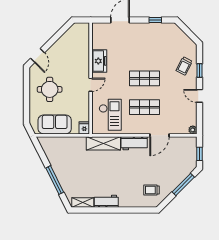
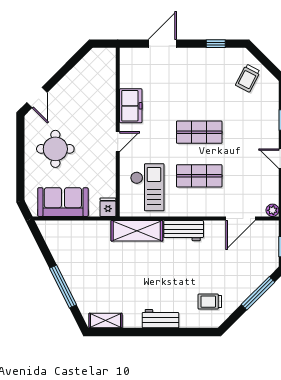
trolley: (184, 66) -> (248, 78), moved
door: (159, 135) -> (241, 219), moved
workbench: (106, 201) -> (160, 319), moved

